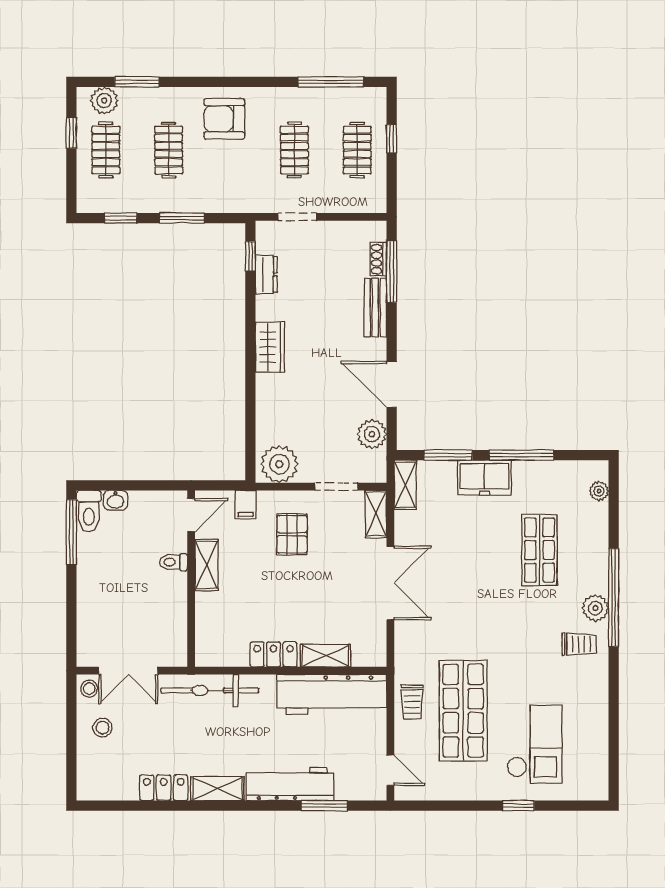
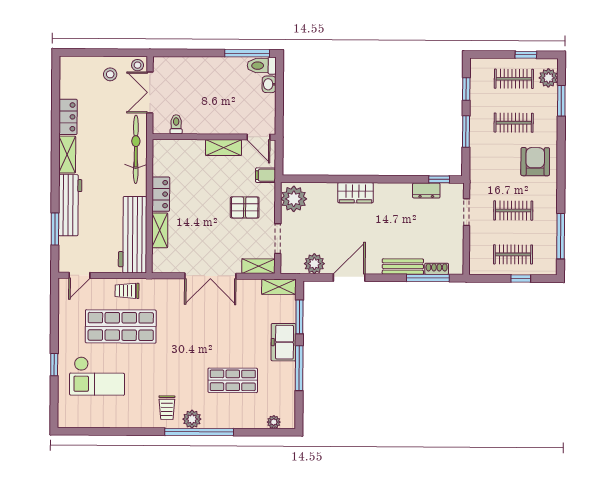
wardrobe: (270, 347) -> (356, 193), moved
toilet: (173, 562) -> (176, 124), moved

